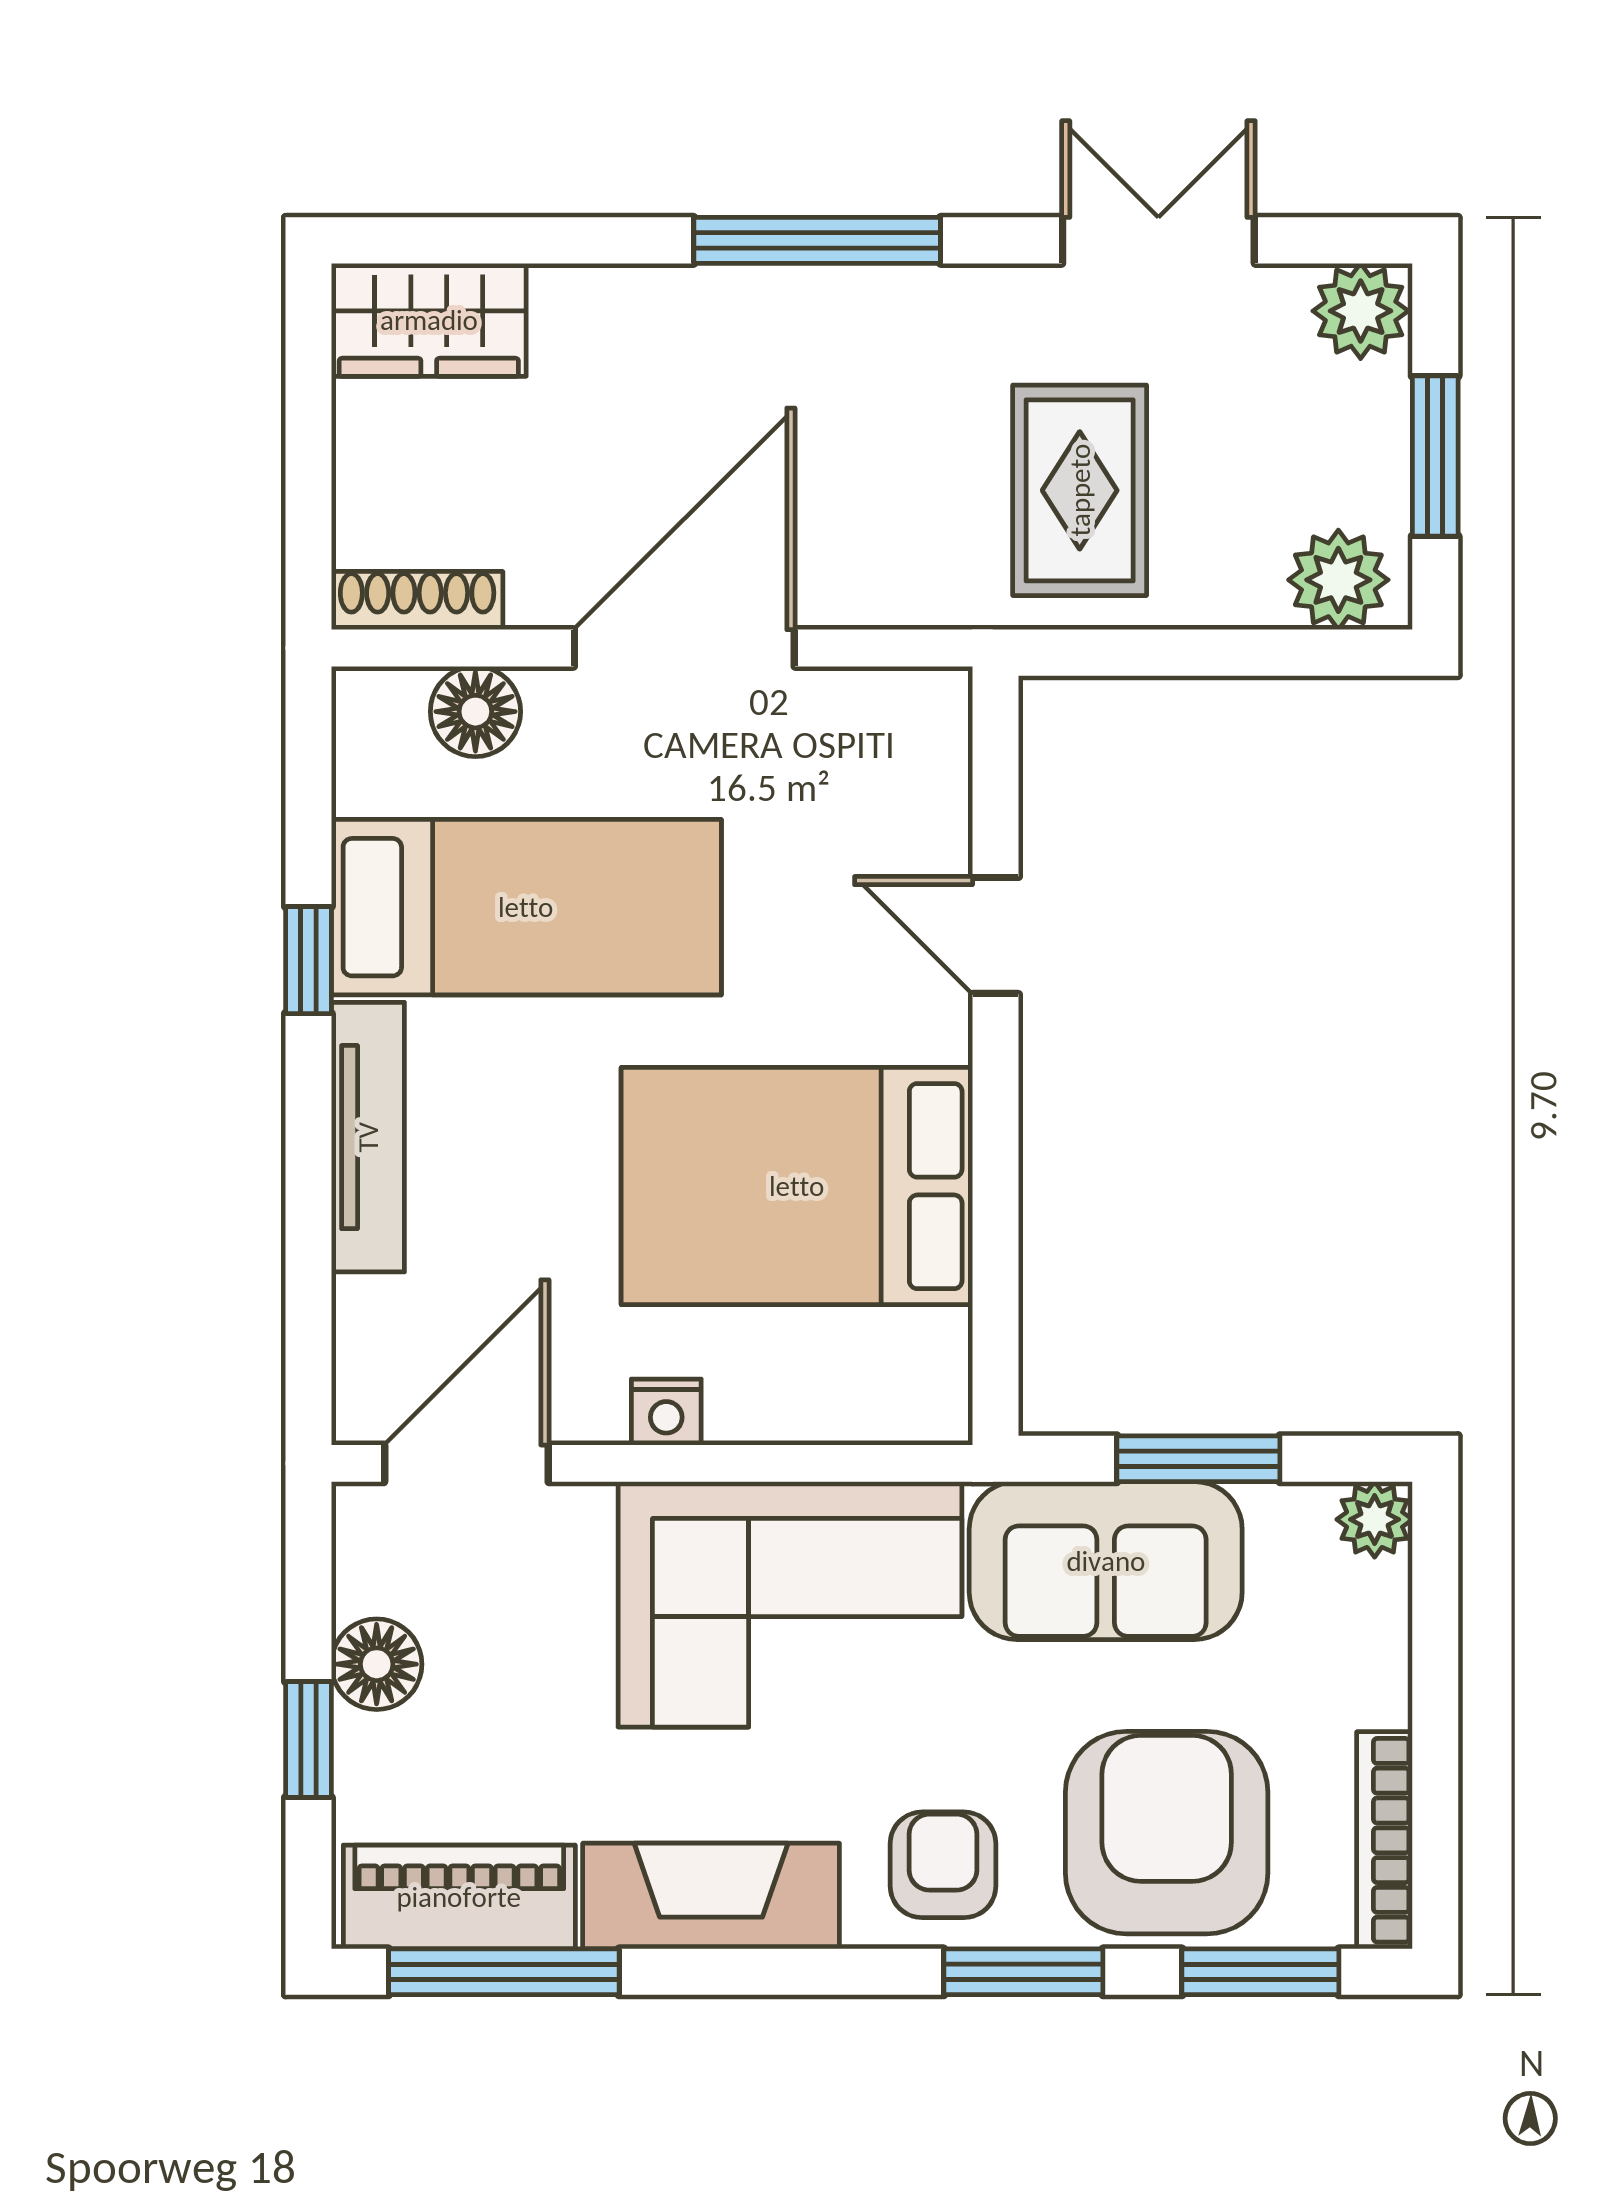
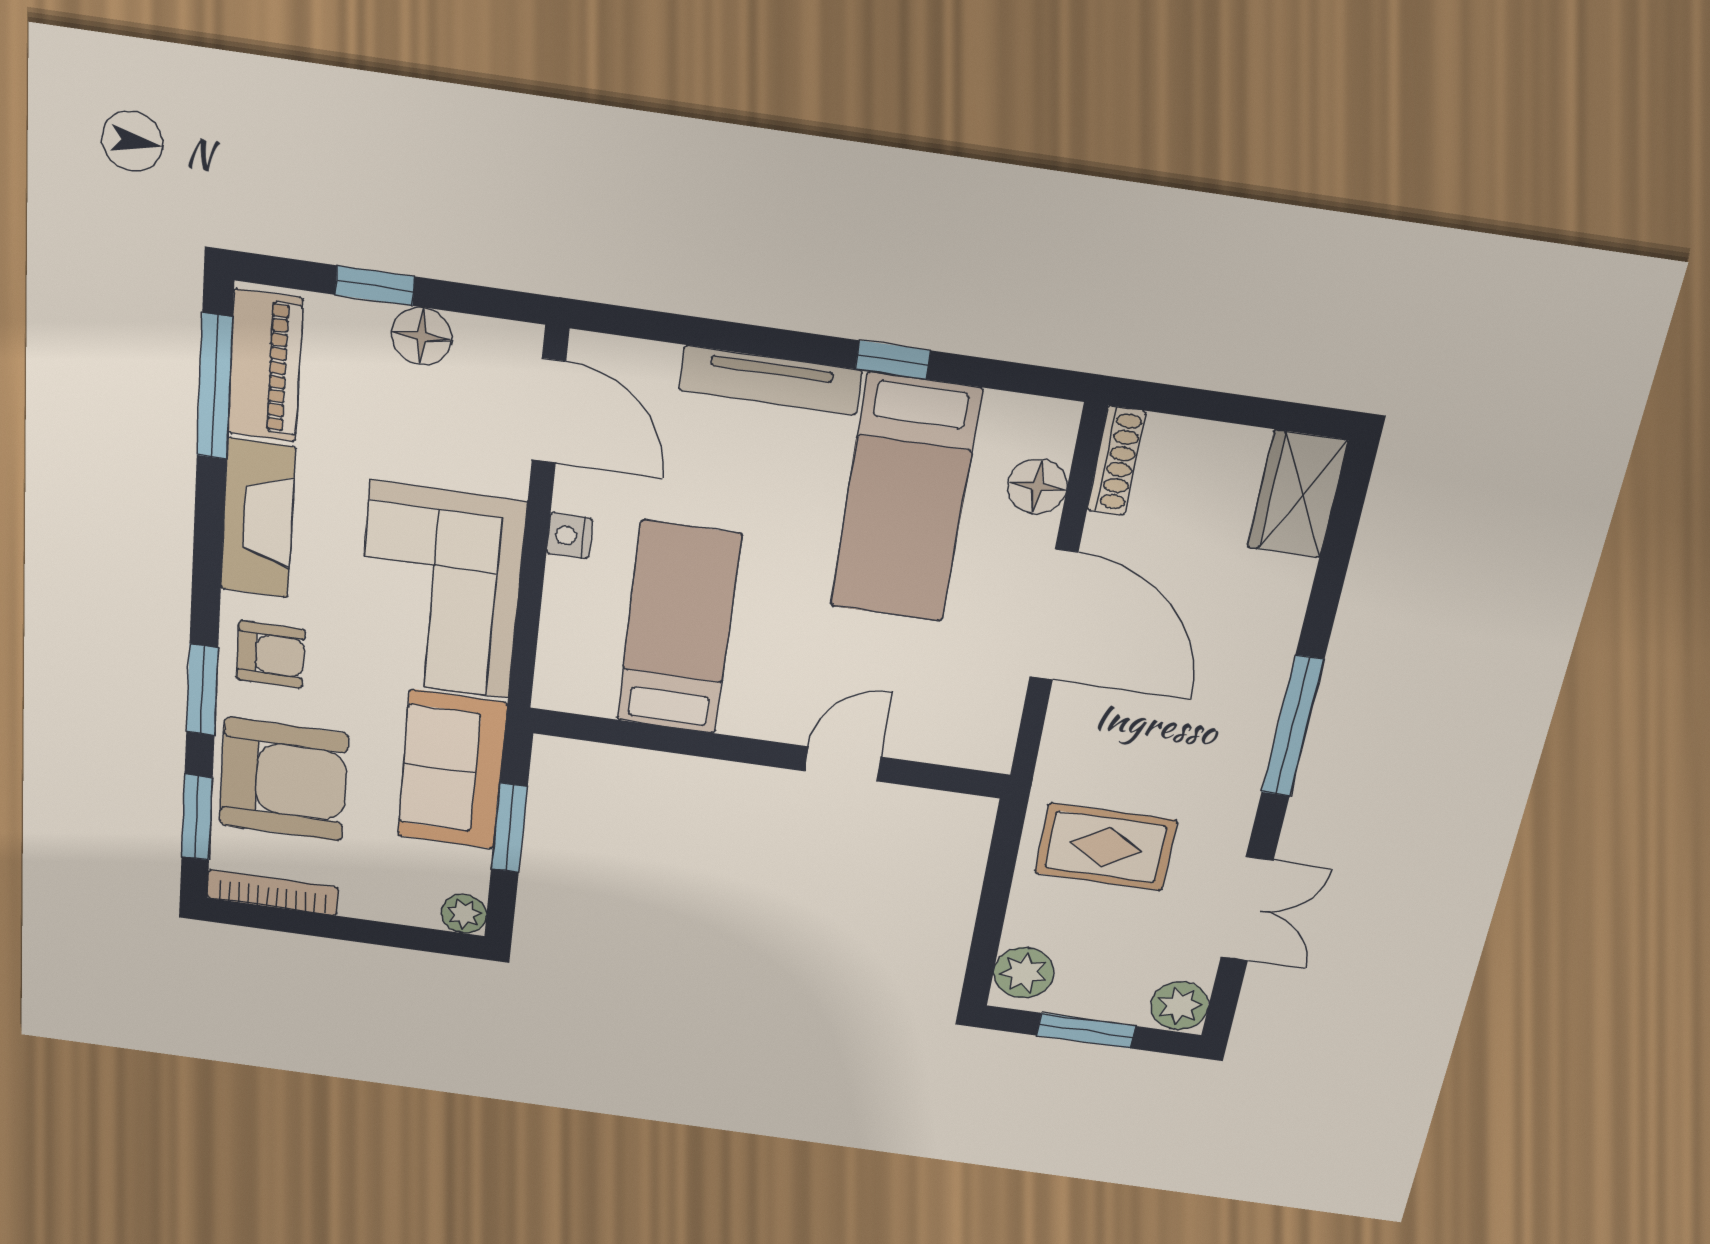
bed: (797, 1186) -> (679, 628), width x0.67

